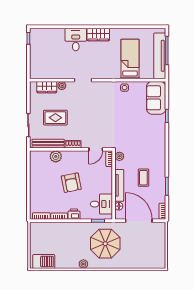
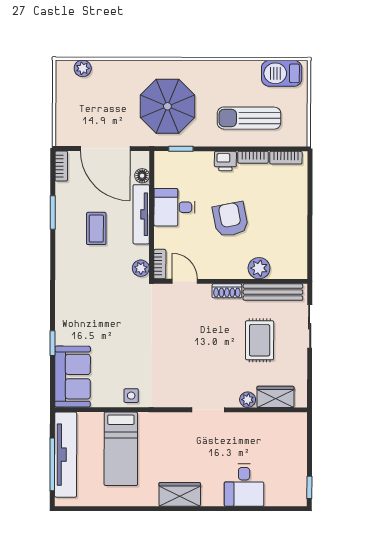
desk: (76, 39) -> (244, 485), moved
rug: (55, 118) -> (260, 340), turned 90
door: (96, 149) -> (185, 281), hinge flipped
desk: (101, 204) -> (174, 207), moved
sun lounger: (61, 237) -> (249, 118), added
plant: (83, 264) -> (83, 68), moved

